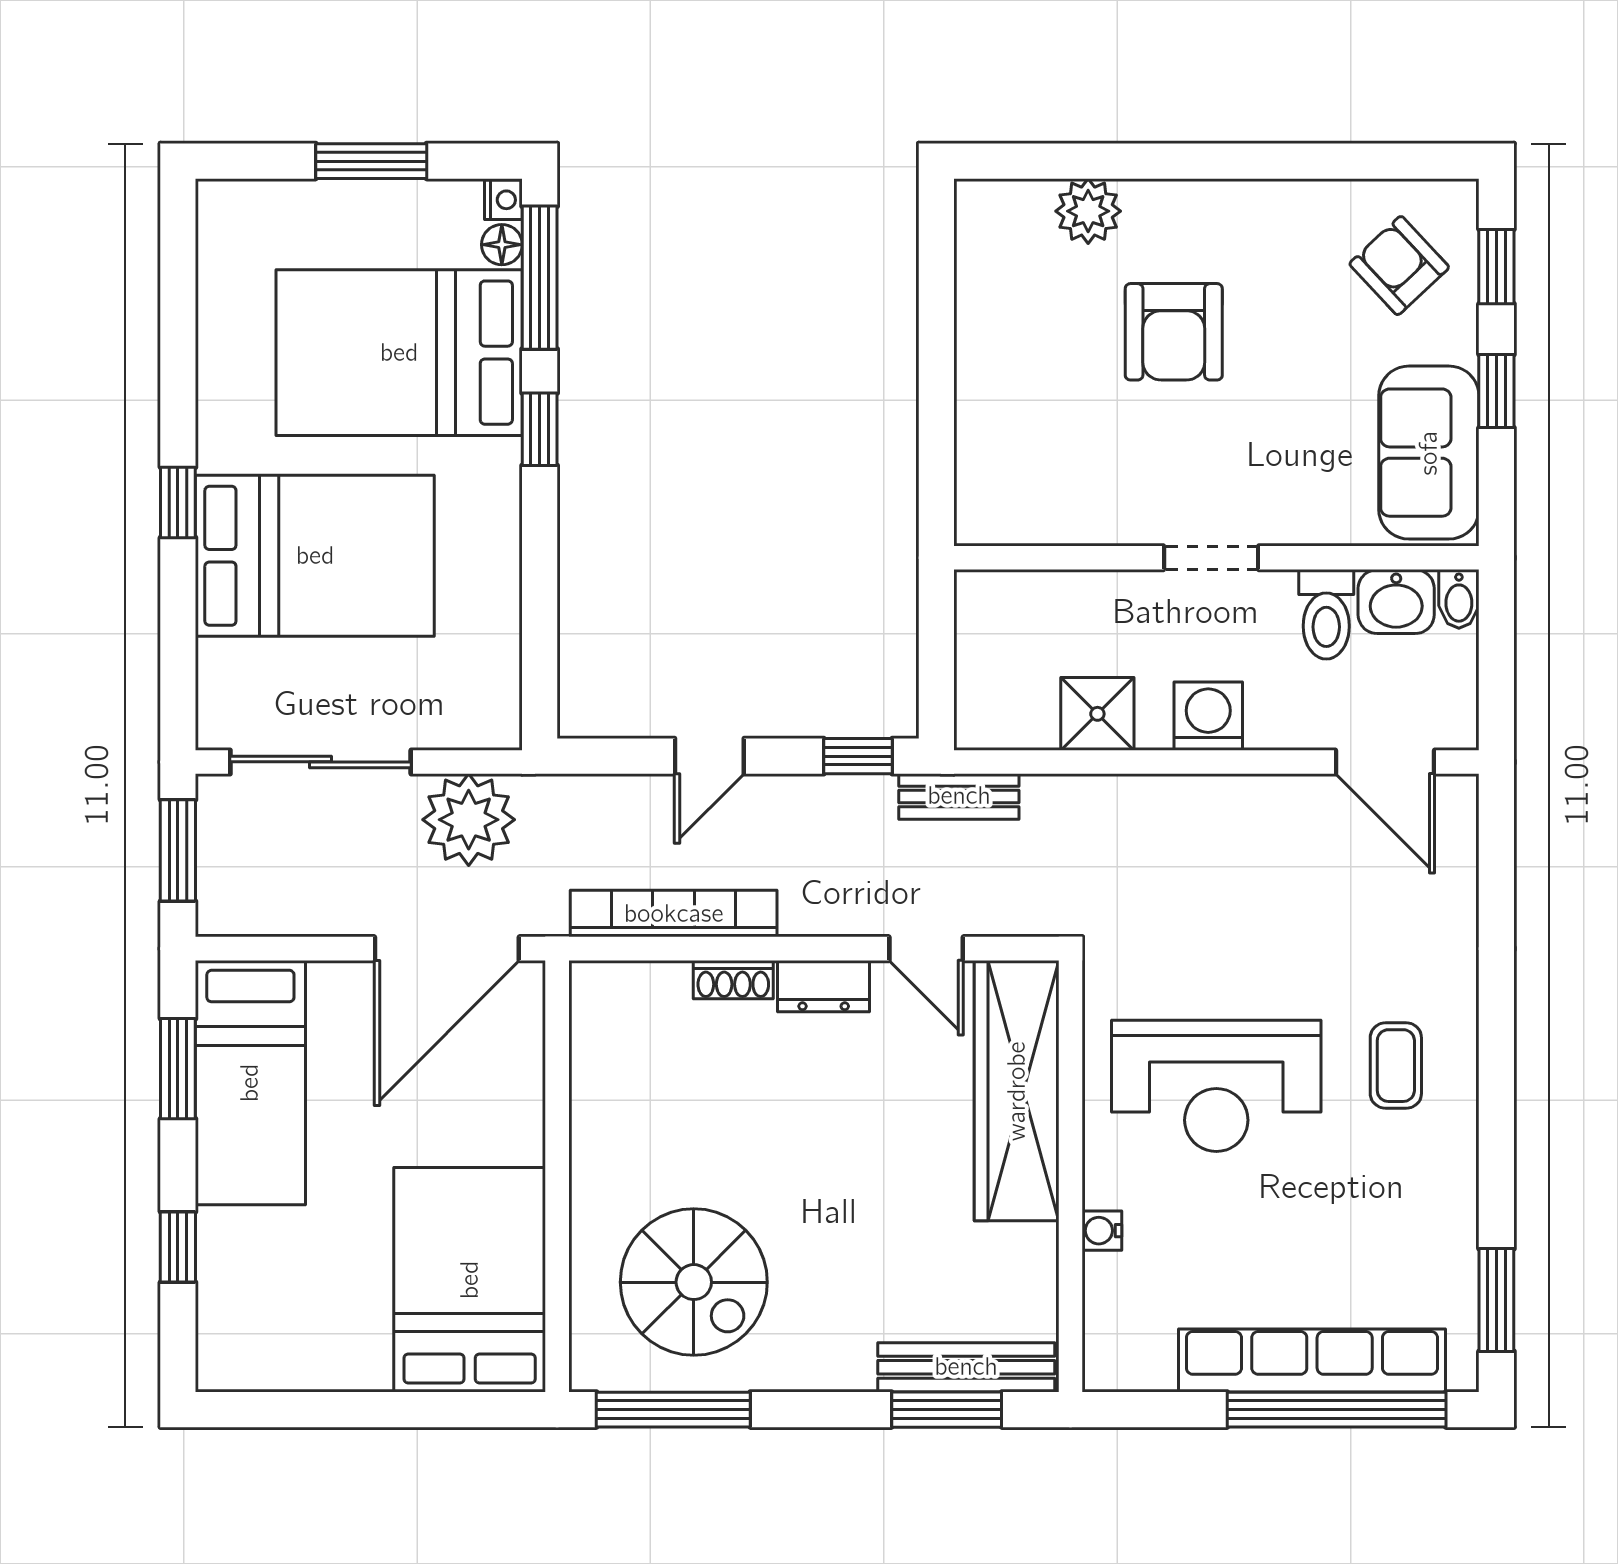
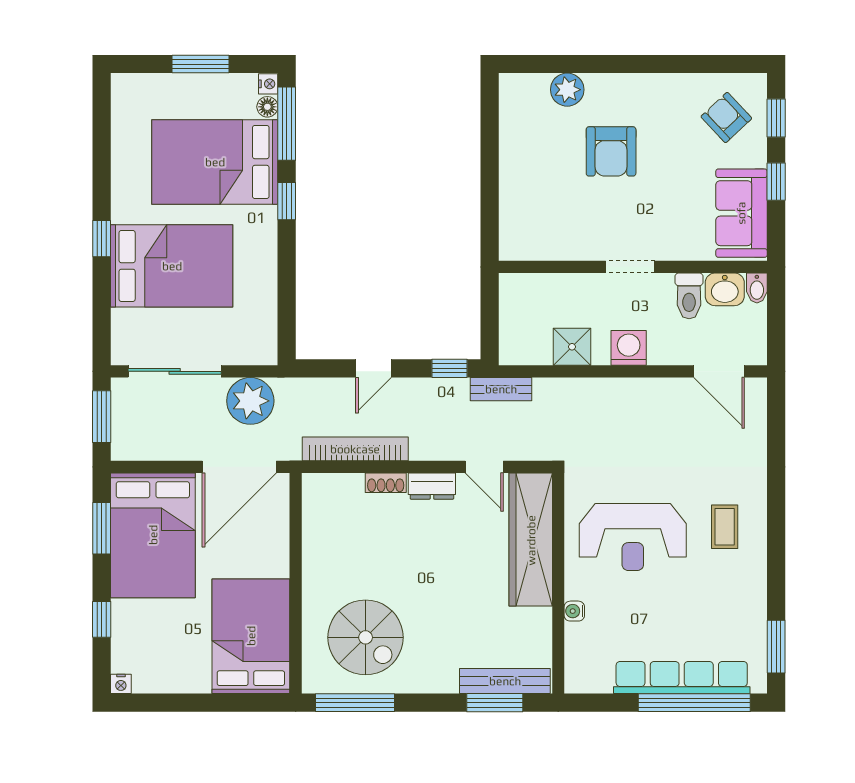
bed: (250, 1083) -> (153, 535), width x1.50
nightstand: (216, 1373) -> (121, 684), added

